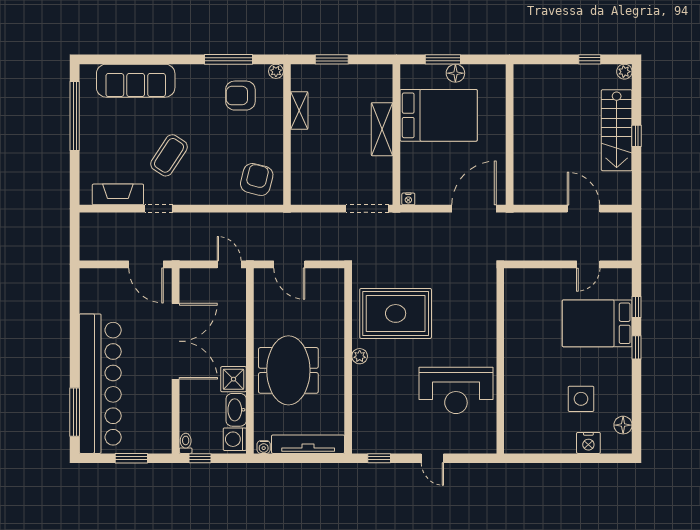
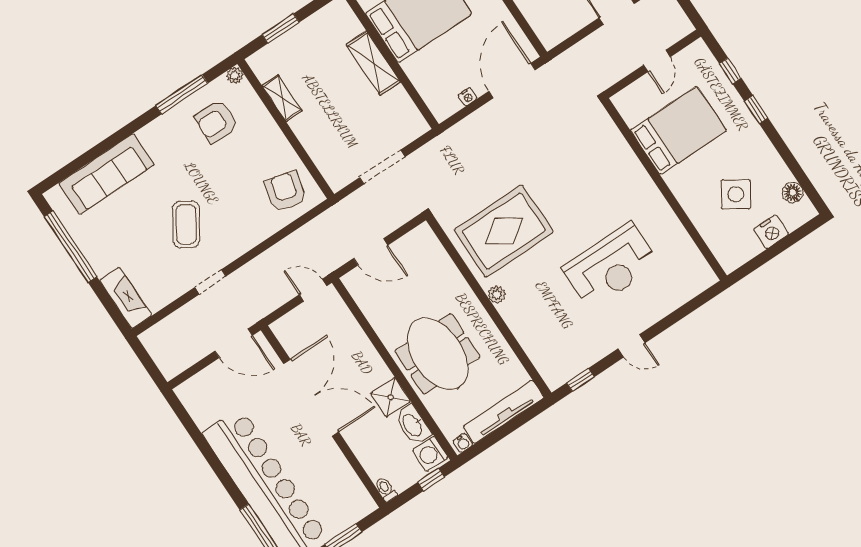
fireplace: (118, 194) -> (126, 298), moved, turned 90
nightstand: (408, 199) -> (468, 97), moved
doorway: (367, 209) -> (382, 167), moved
bed: (597, 323) -> (679, 130), moved, turned 180
wall: (500, 361) -> (664, 189), moved
side table: (581, 399) -> (736, 194), turned 33
window: (200, 458) -> (431, 480), moved

